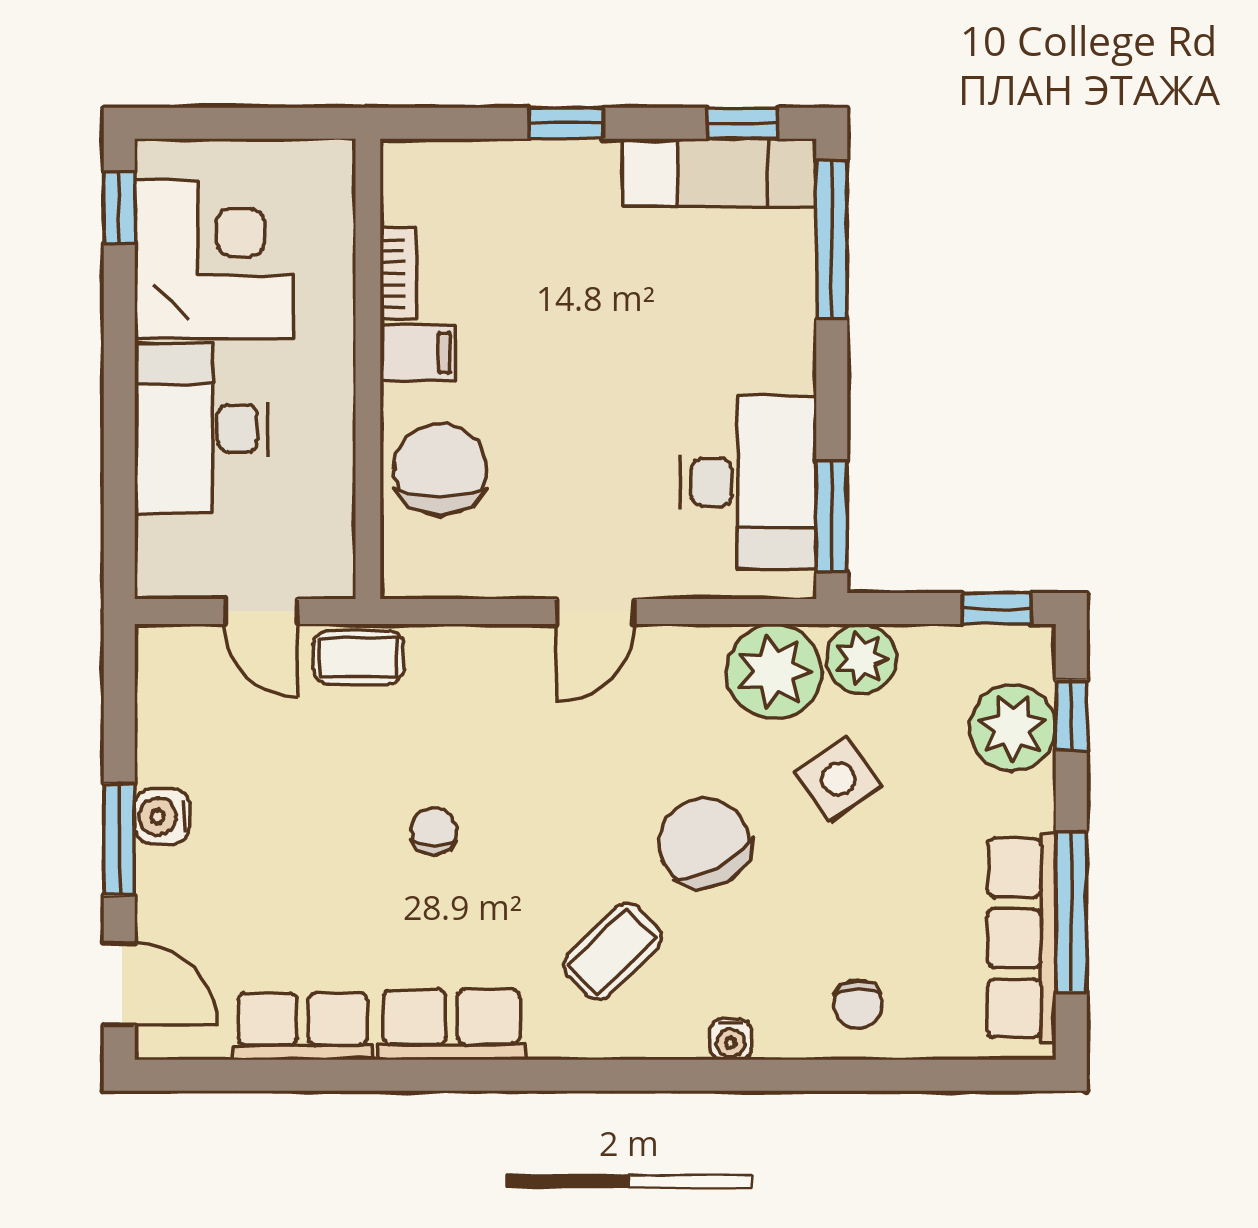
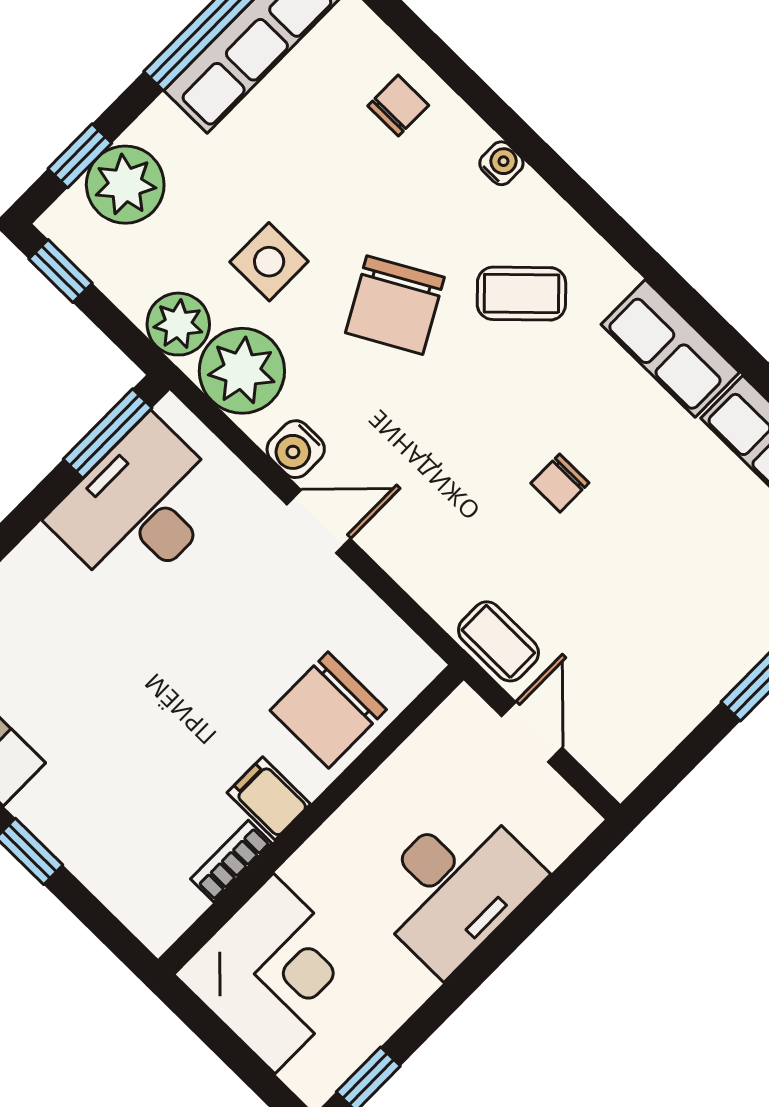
corner desk: (214, 259) -> (274, 974), moved, turned 180
side table: (838, 779) -> (269, 262), turned 35
water cooler: (162, 816) -> (296, 449), moved, turned 90

